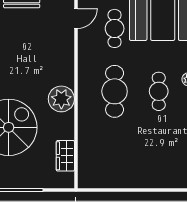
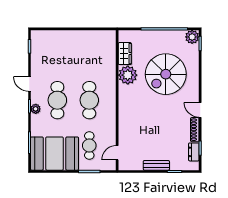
cafe table: (159, 91) -> (57, 100), width x1.37, depth x1.35
plant: (61, 99) -> (128, 75), moved

